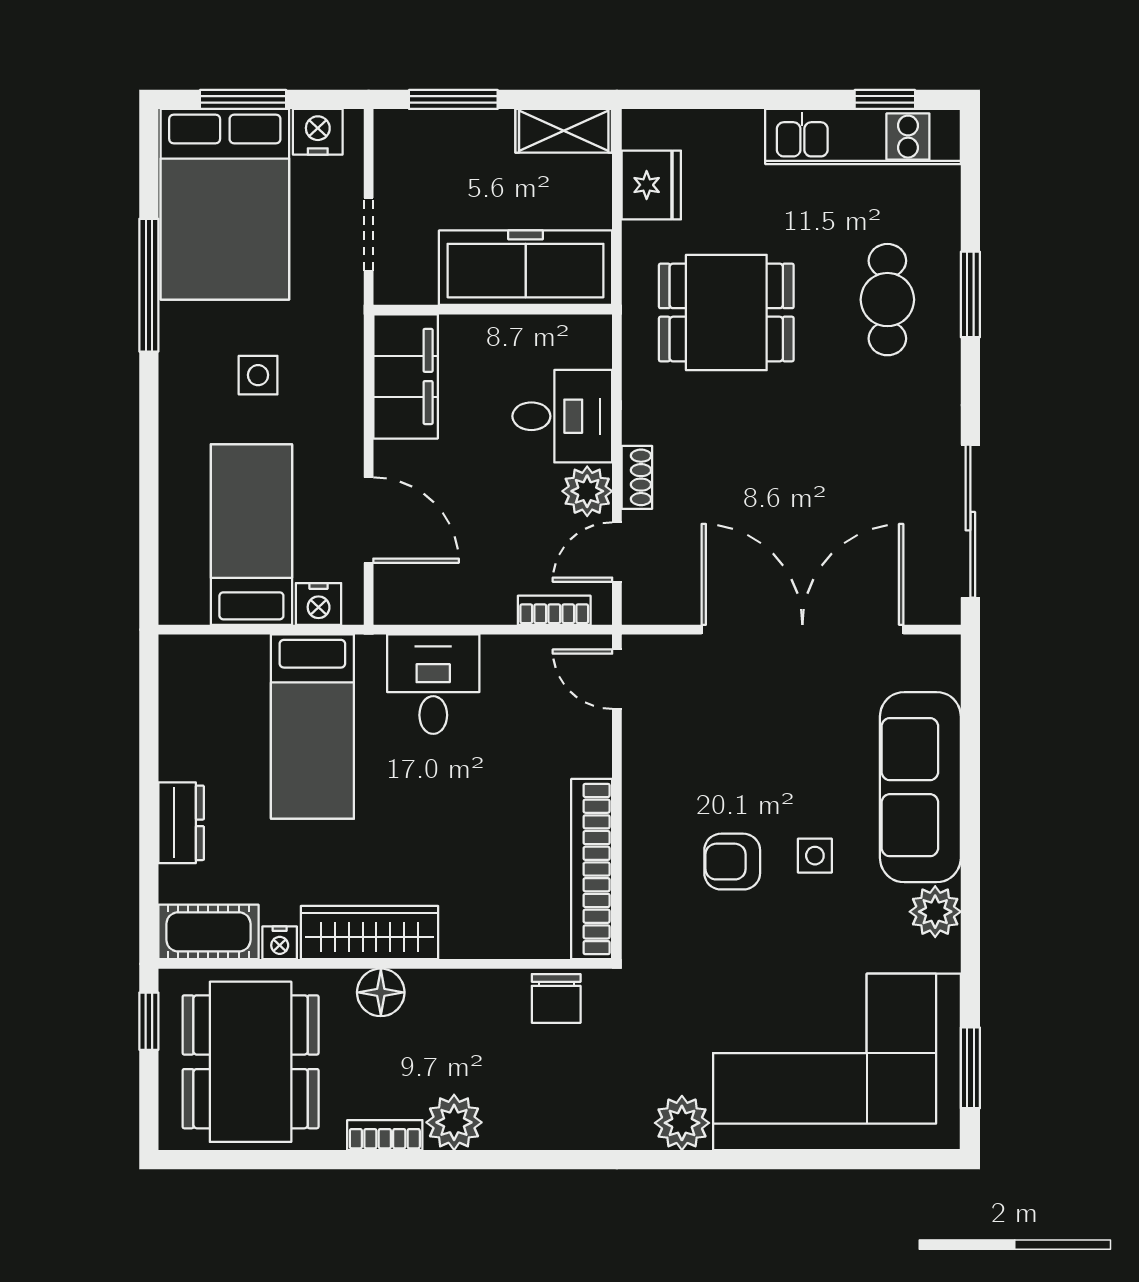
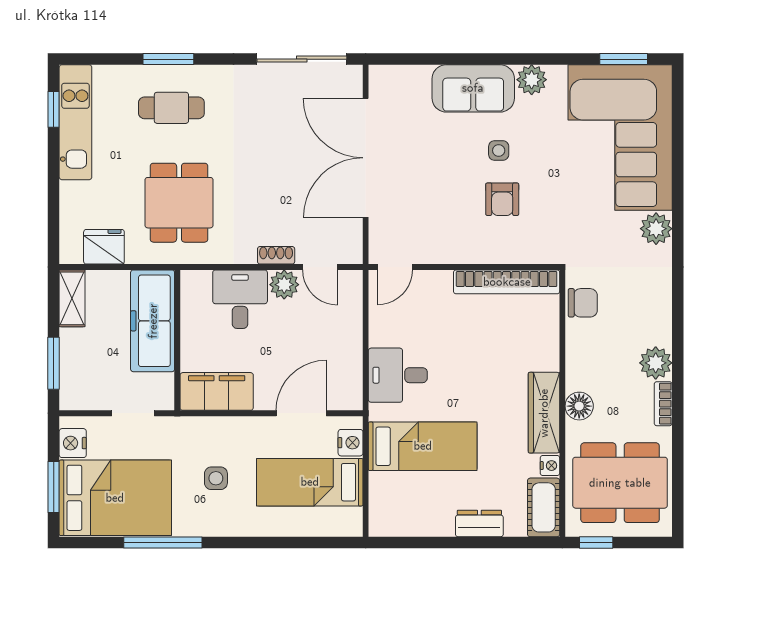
bookcase: (554, 610) -> (354, 304), removed
sofa: (920, 787) -> (473, 88), width x0.73

